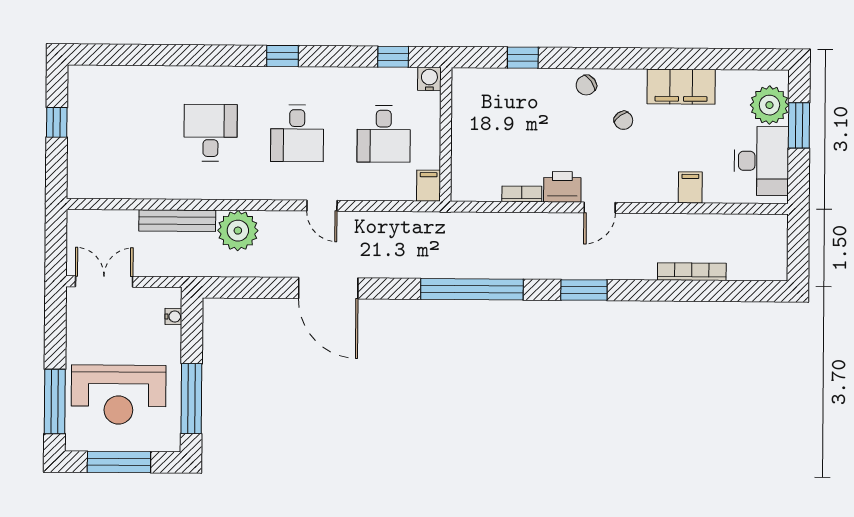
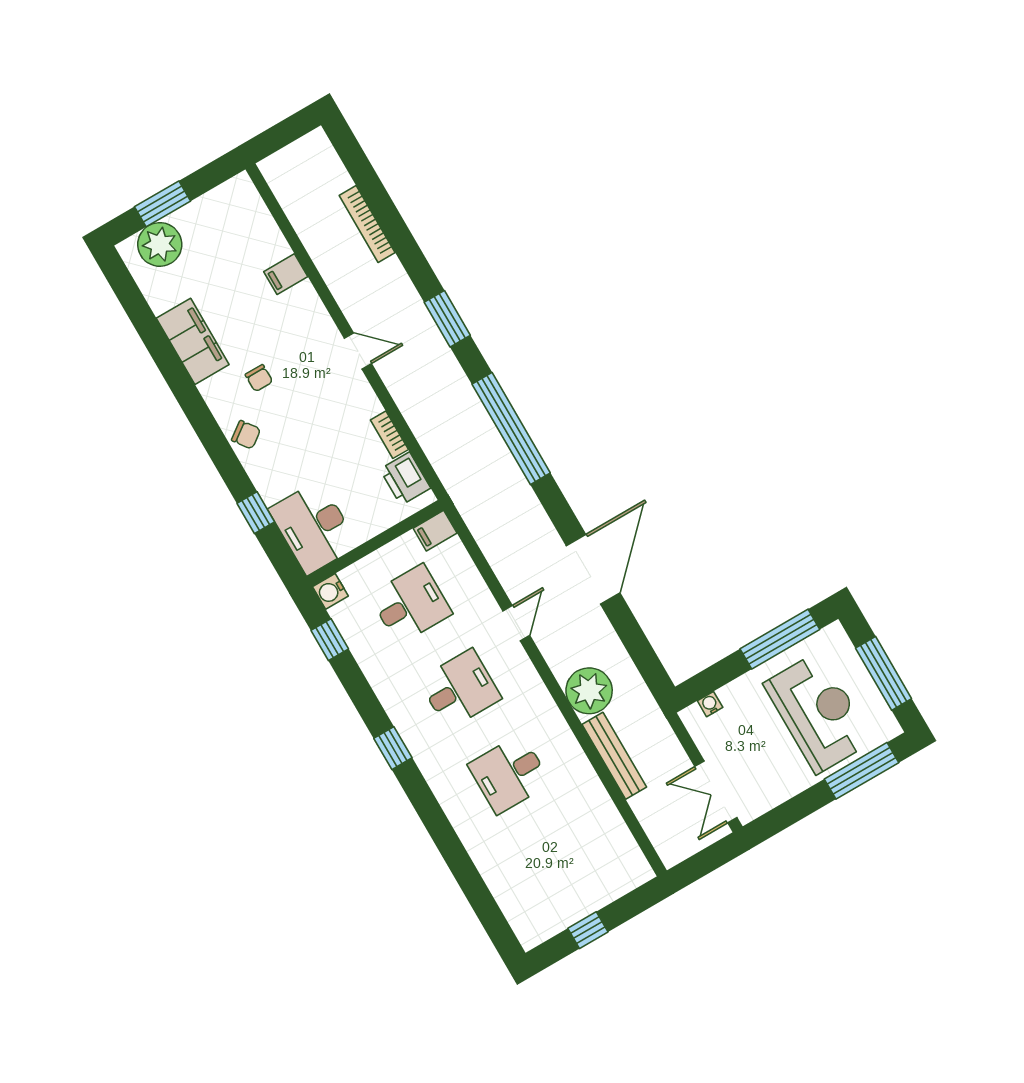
chair: (623, 120) -> (259, 378), turned 126
desk: (761, 161) -> (313, 527), moved, turned -90
printer: (562, 187) -> (405, 479), moved

